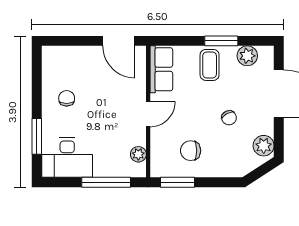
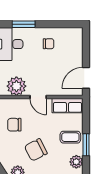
chair: (229, 118) -> (36, 150), width x1.87, depth x1.87
chair: (191, 151) -> (14, 125), turned -90
plant: (138, 154) -> (16, 86), width x1.87, depth x1.87

